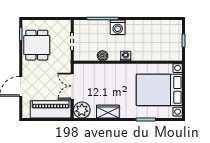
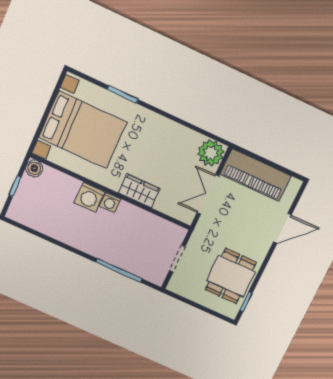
washing machine: (118, 27) -> (89, 197), moved, turned 180
boiler: (102, 56) -> (34, 168), moved
double door: (72, 86) -> (208, 194), swing flipped
wardrobe: (108, 112) -> (139, 191), moved, turned 180

